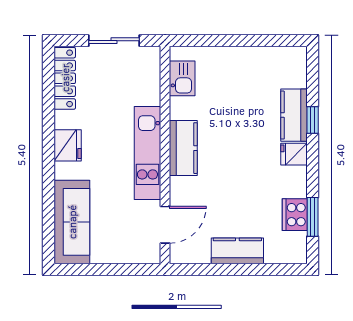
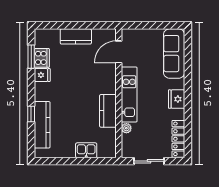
kitchen sink: (182, 78) -> (86, 150), moved, turned 90
plant: (152, 96) -> (126, 128), added
kitchen counter: (294, 115) -> (42, 125), width x1.50
kitchen counter: (183, 148) -> (108, 111), moved
fridge: (294, 154) -> (42, 75), moved

